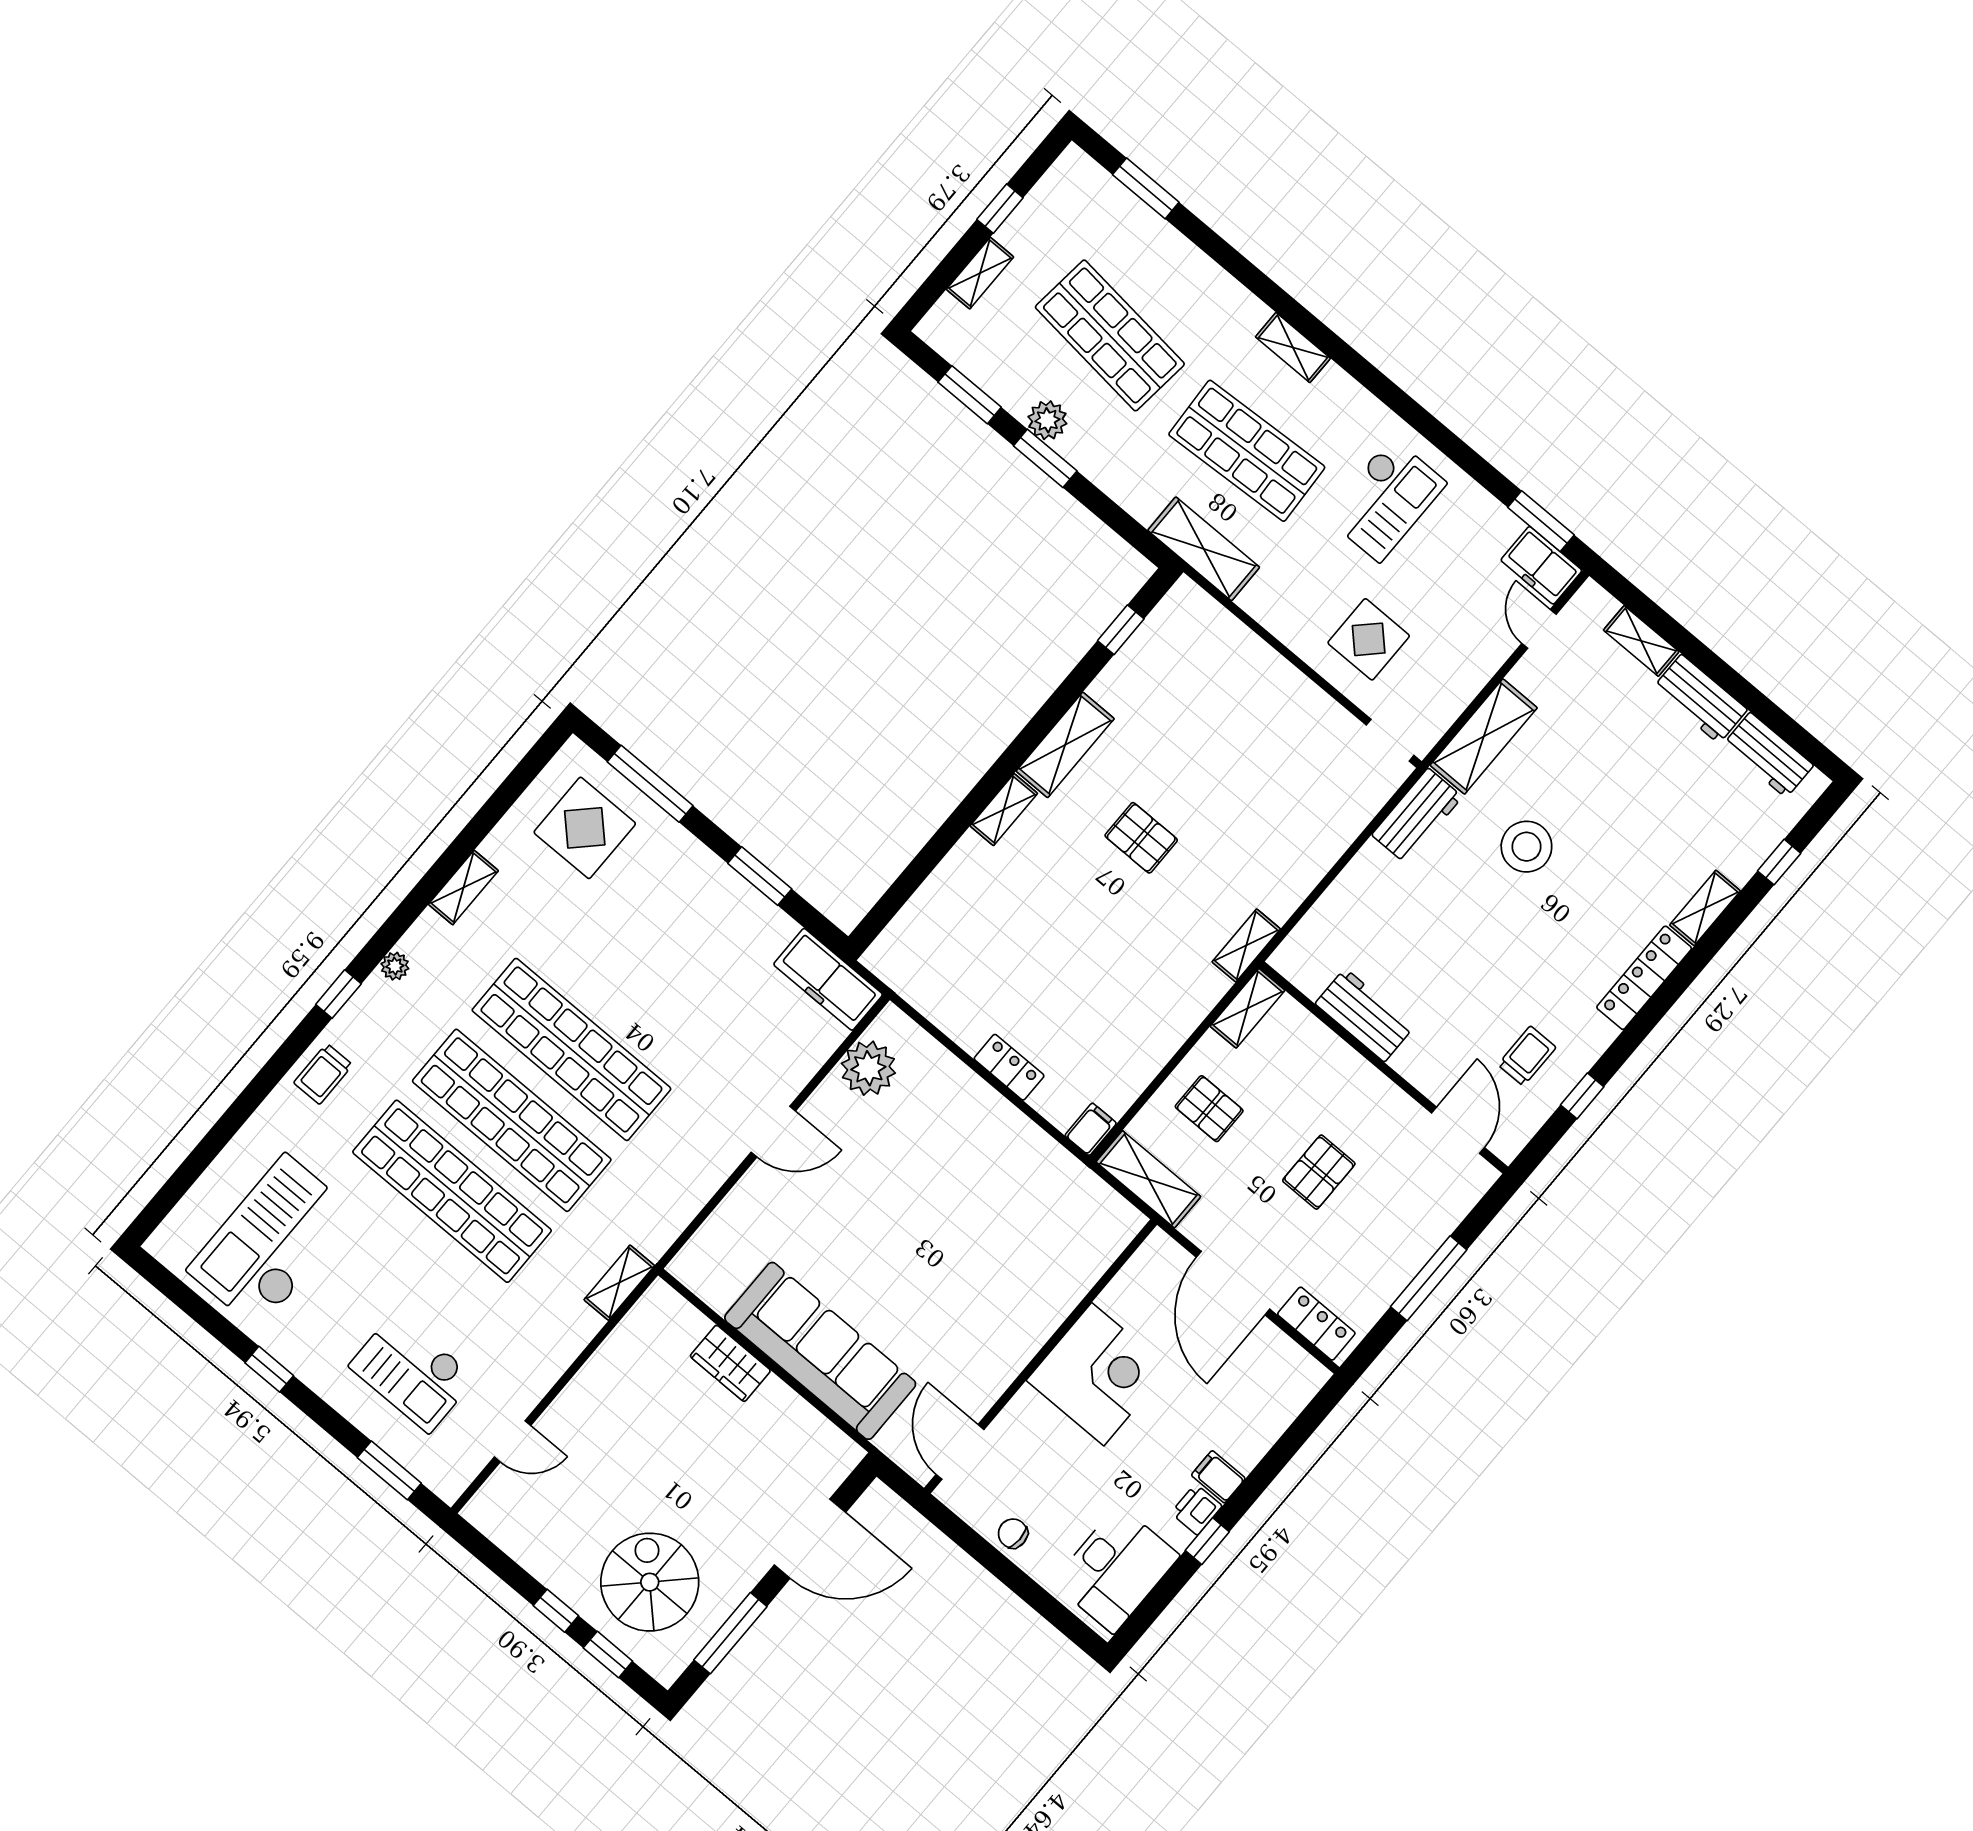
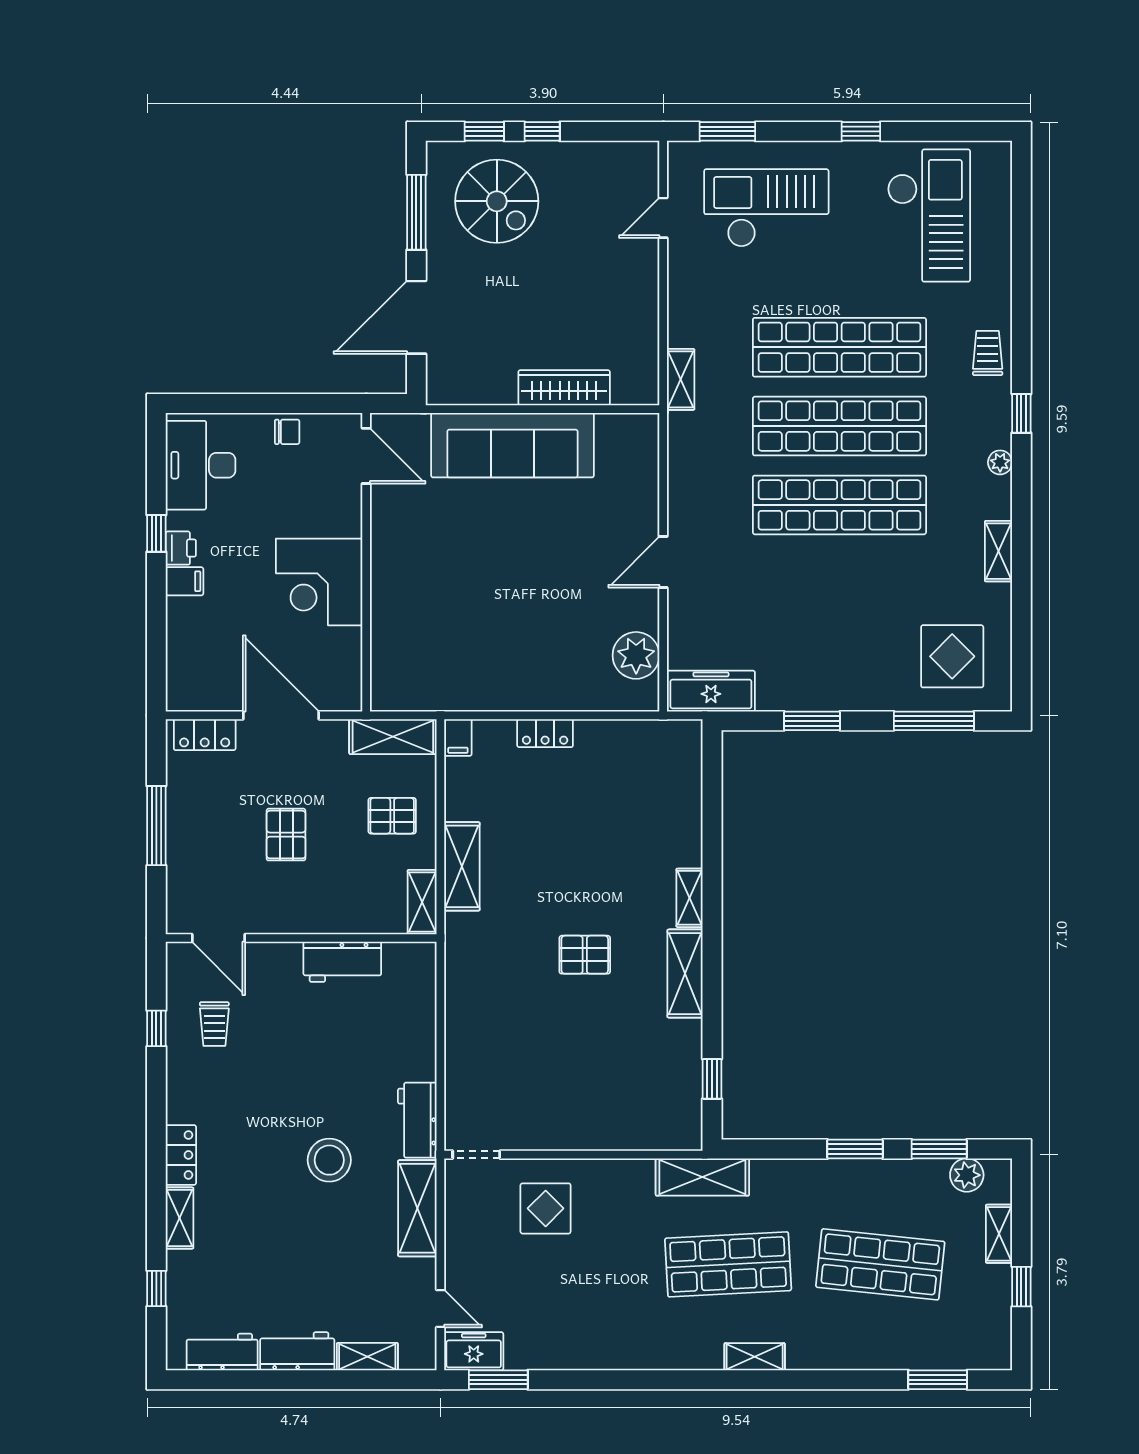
plant: (1047, 420) -> (967, 1175), moved
checkout: (1386, 500) -> (611, 1309), removed
shelving: (1246, 945) -> (462, 866), moved, width x1.50, depth x1.33
locker: (1644, 978) -> (181, 1155), width x0.66
wardrobe: (730, 1363) -> (564, 388), width x1.50
checkout: (412, 1372) -> (766, 208), width x1.36, depth x1.21

